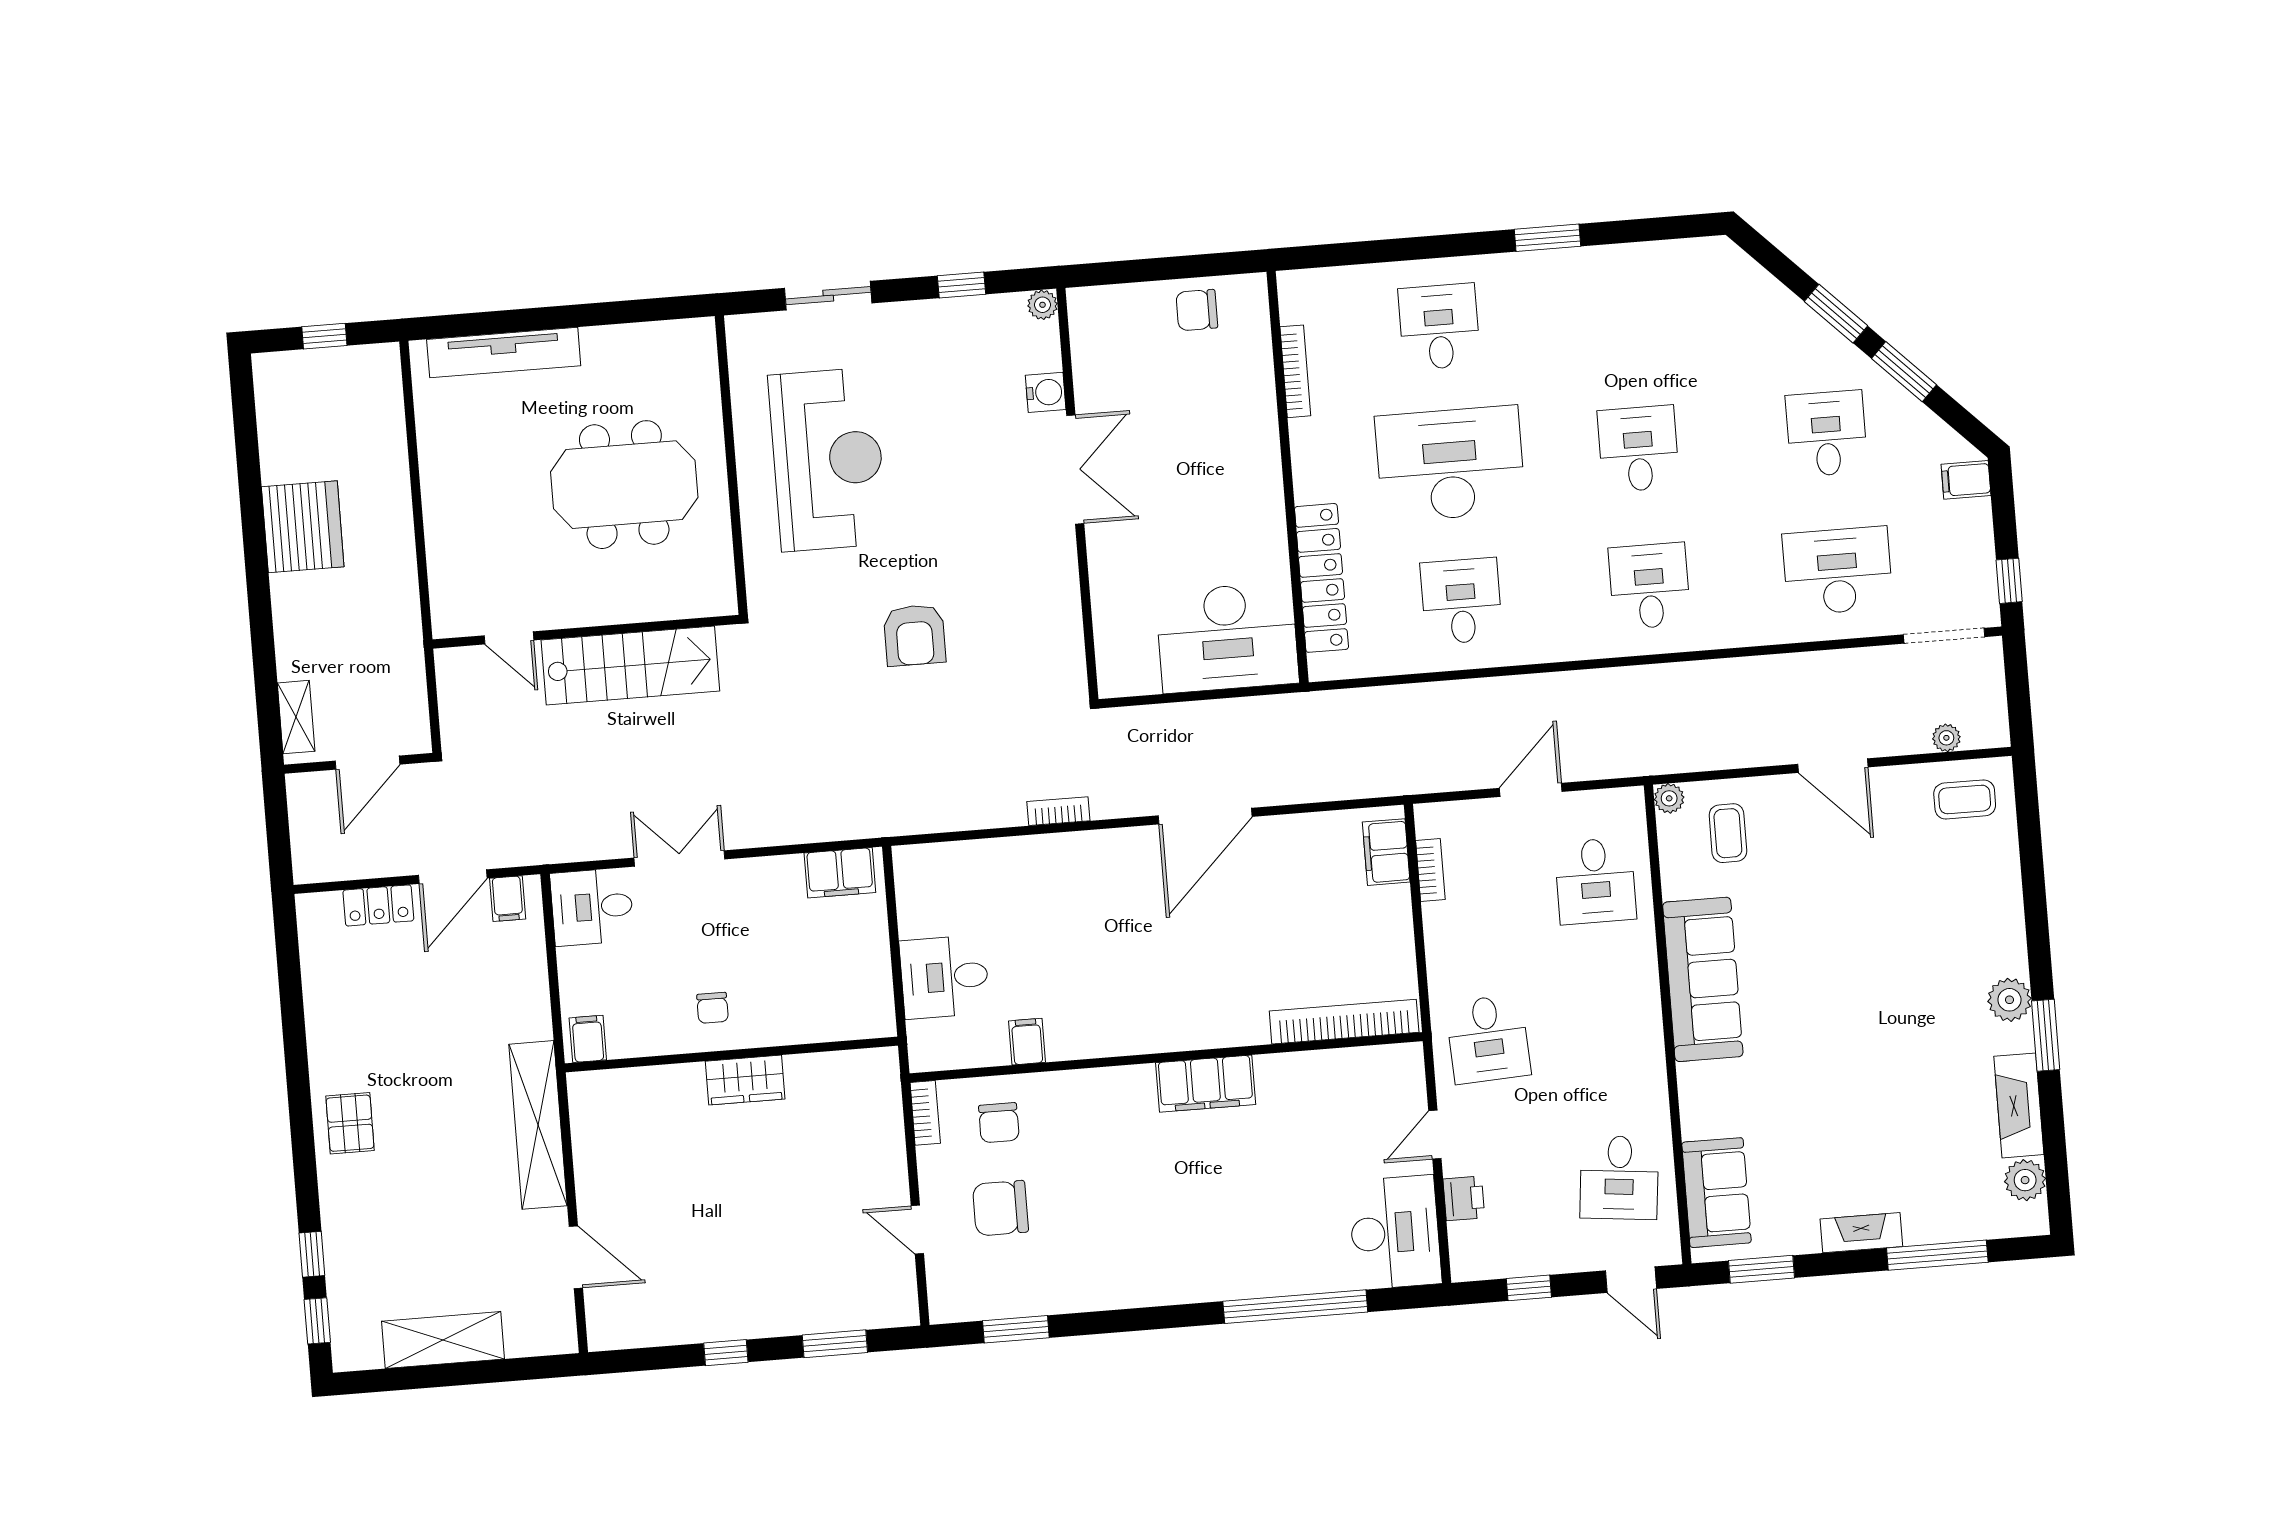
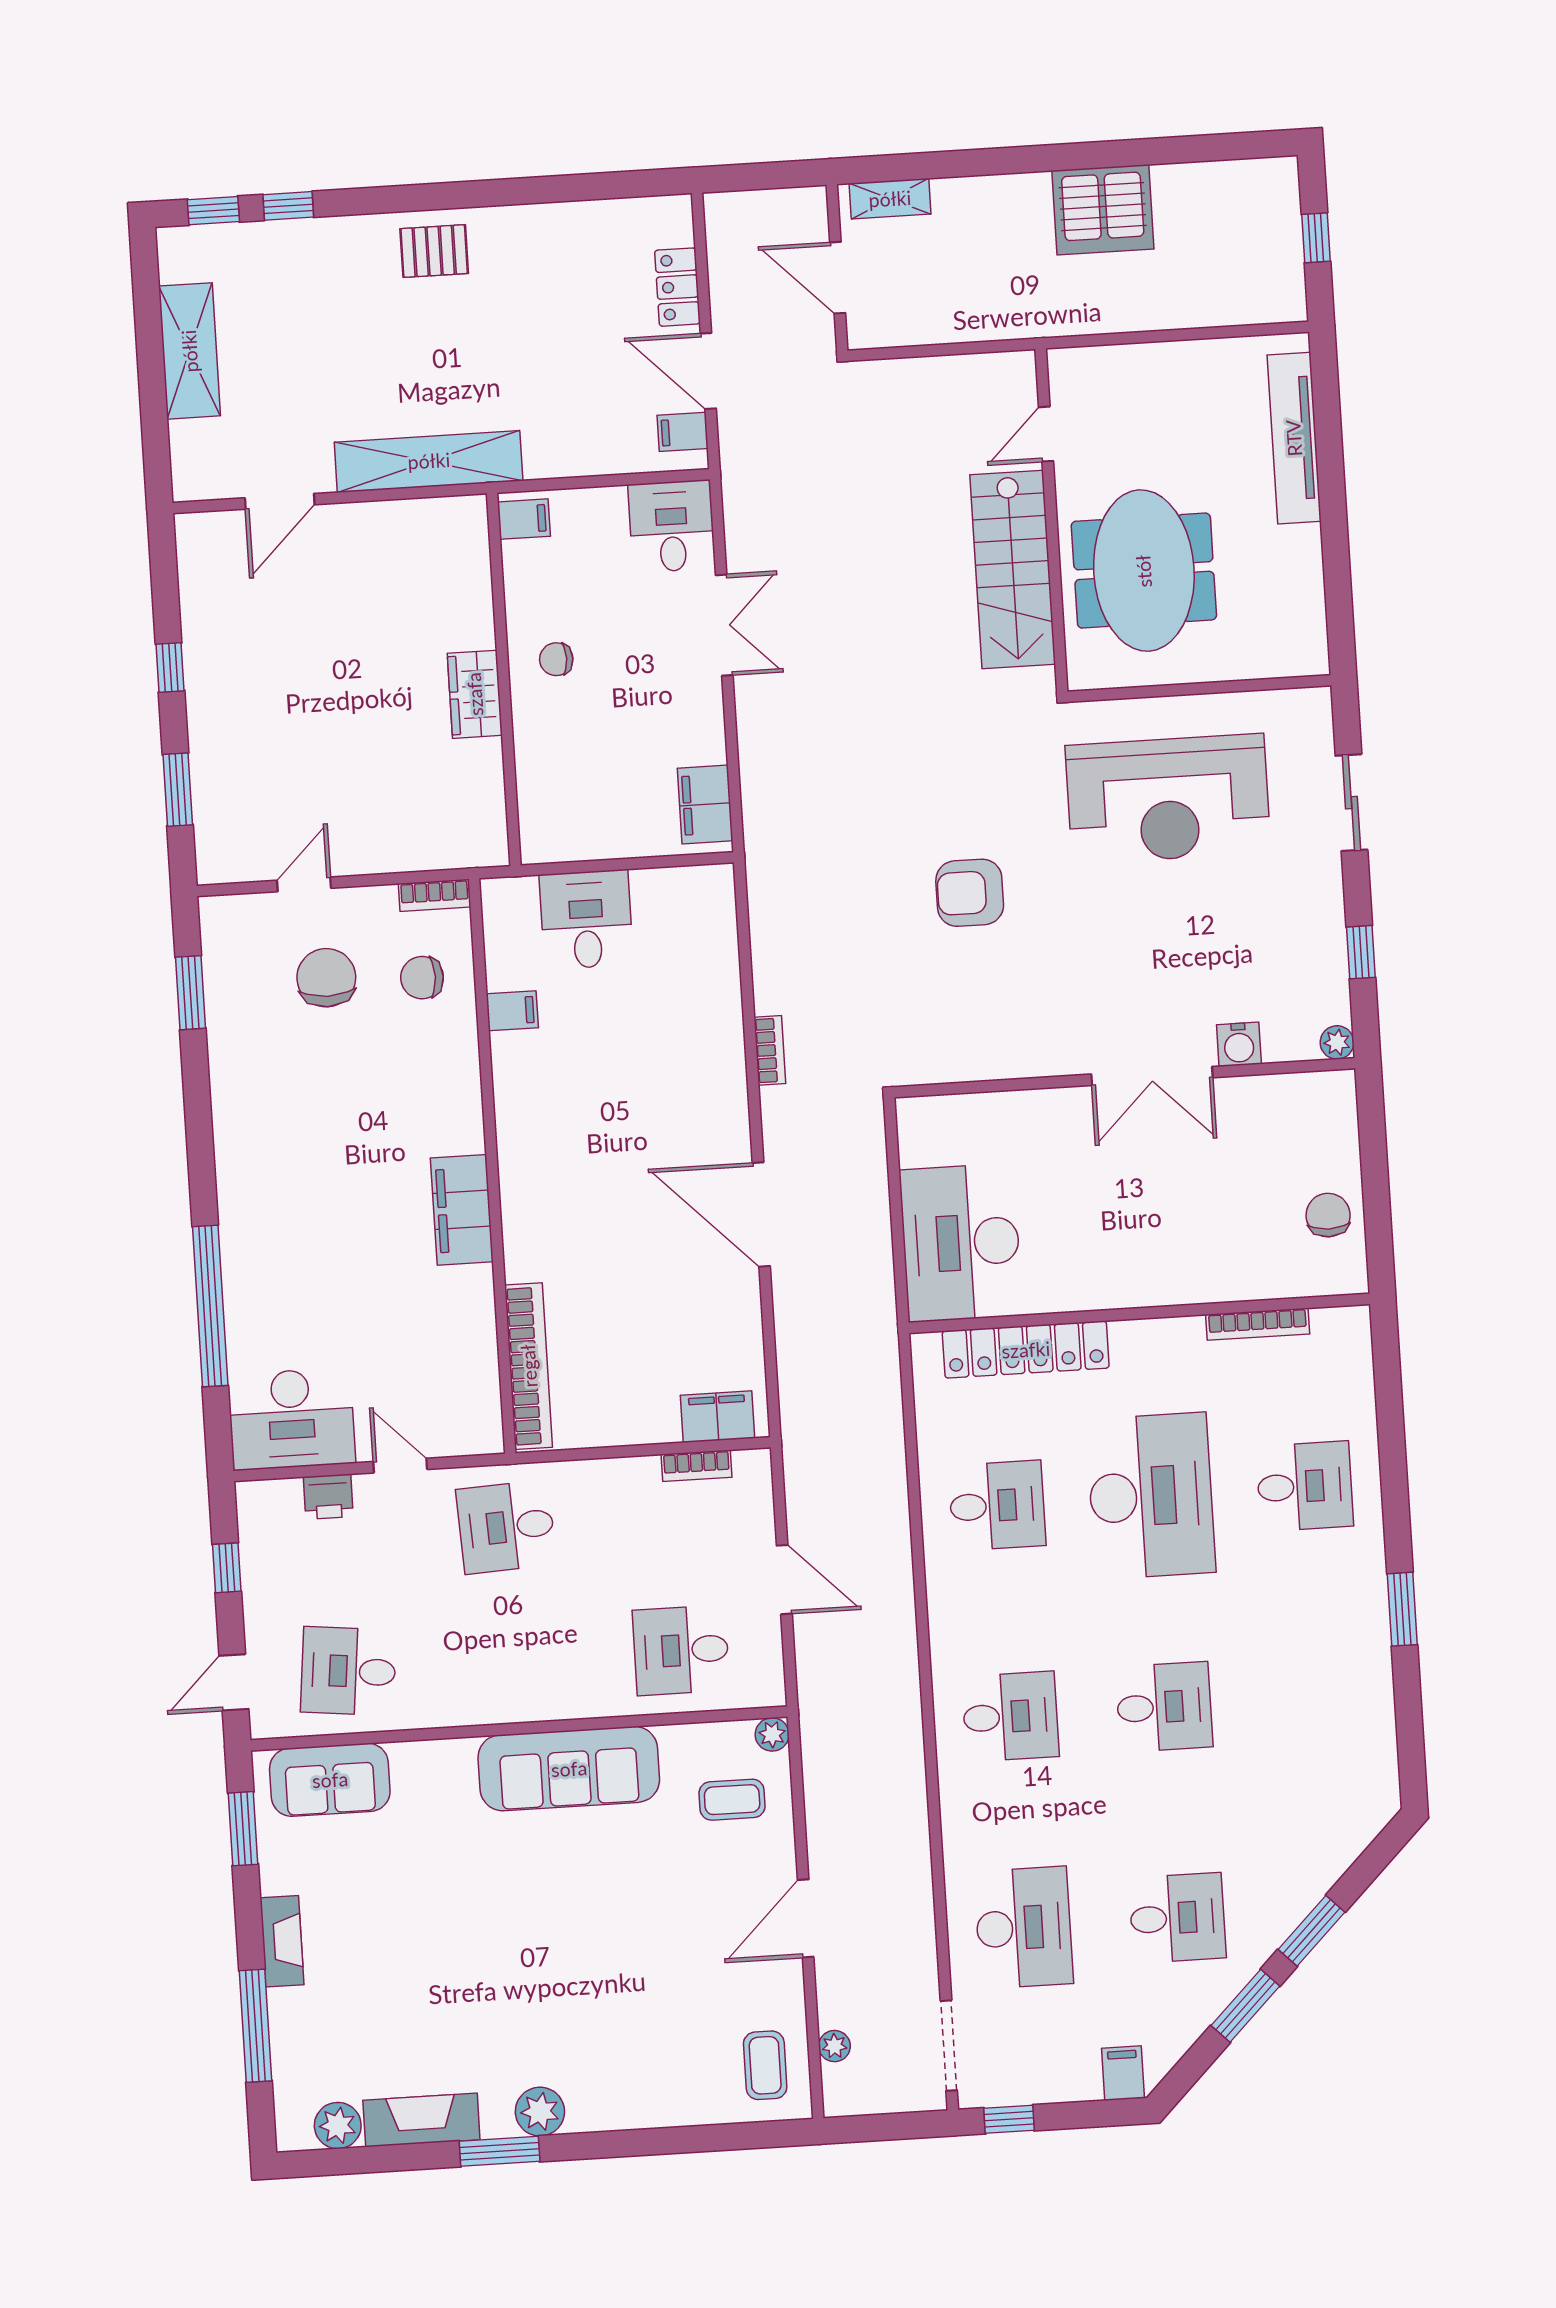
wall: (586, 632) -> (1051, 520), moved
door: (509, 638) -> (1046, 434), moved
stairs: (630, 666) -> (1013, 569), moved

